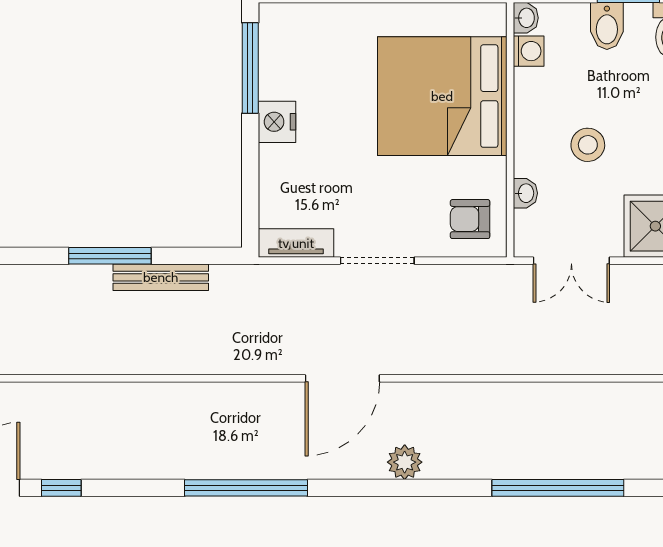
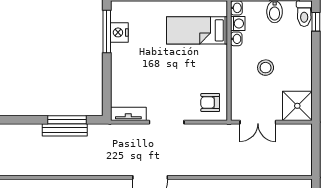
bed: (442, 96) -> (197, 30), width x0.49
nightstand: (277, 122) -> (119, 32), moved
washbasin: (525, 193) -> (236, 39), moved
window: (110, 256) -> (67, 120), moved

